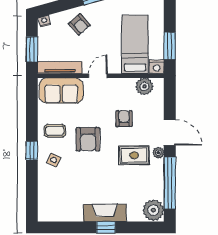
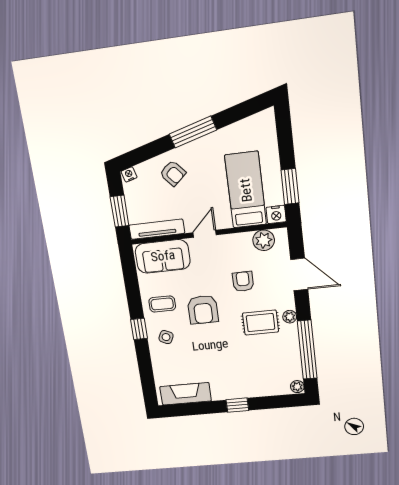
door: (170, 132) -> (299, 274), moved
plant: (153, 210) -> (297, 387), width x0.53, depth x0.53
fireplace: (105, 213) -> (186, 394), moved

